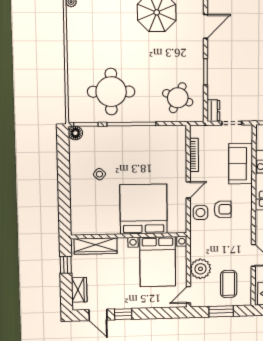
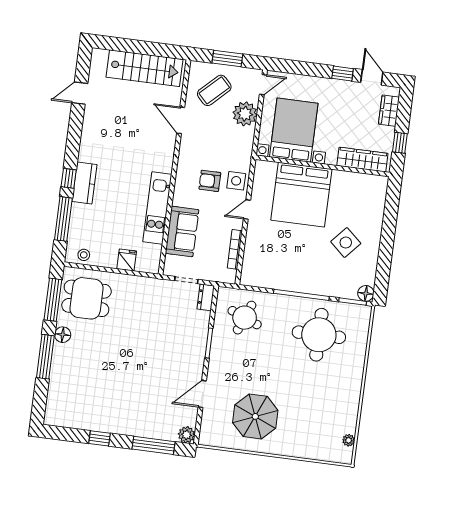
side table: (99, 174) -> (346, 243), width x1.87, depth x1.87
coffee table: (229, 284) -> (214, 90), turned 46

